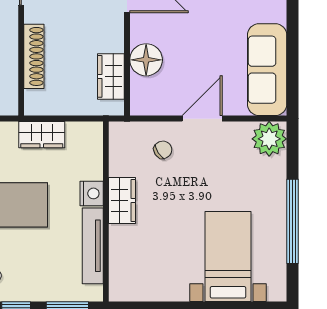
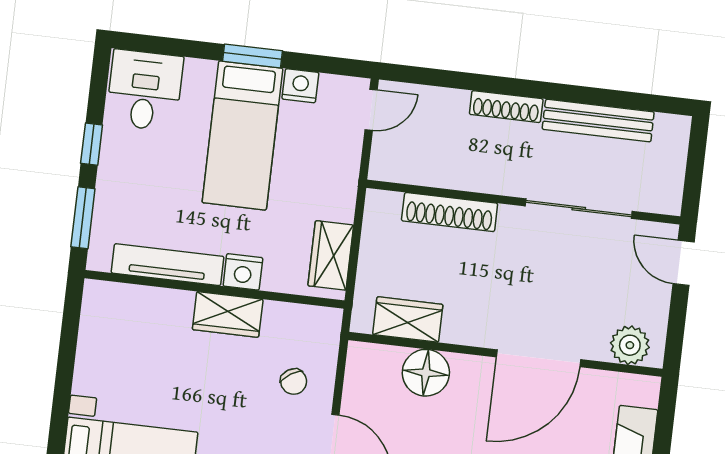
wardrobe: (42, 135) -> (331, 255), moved

